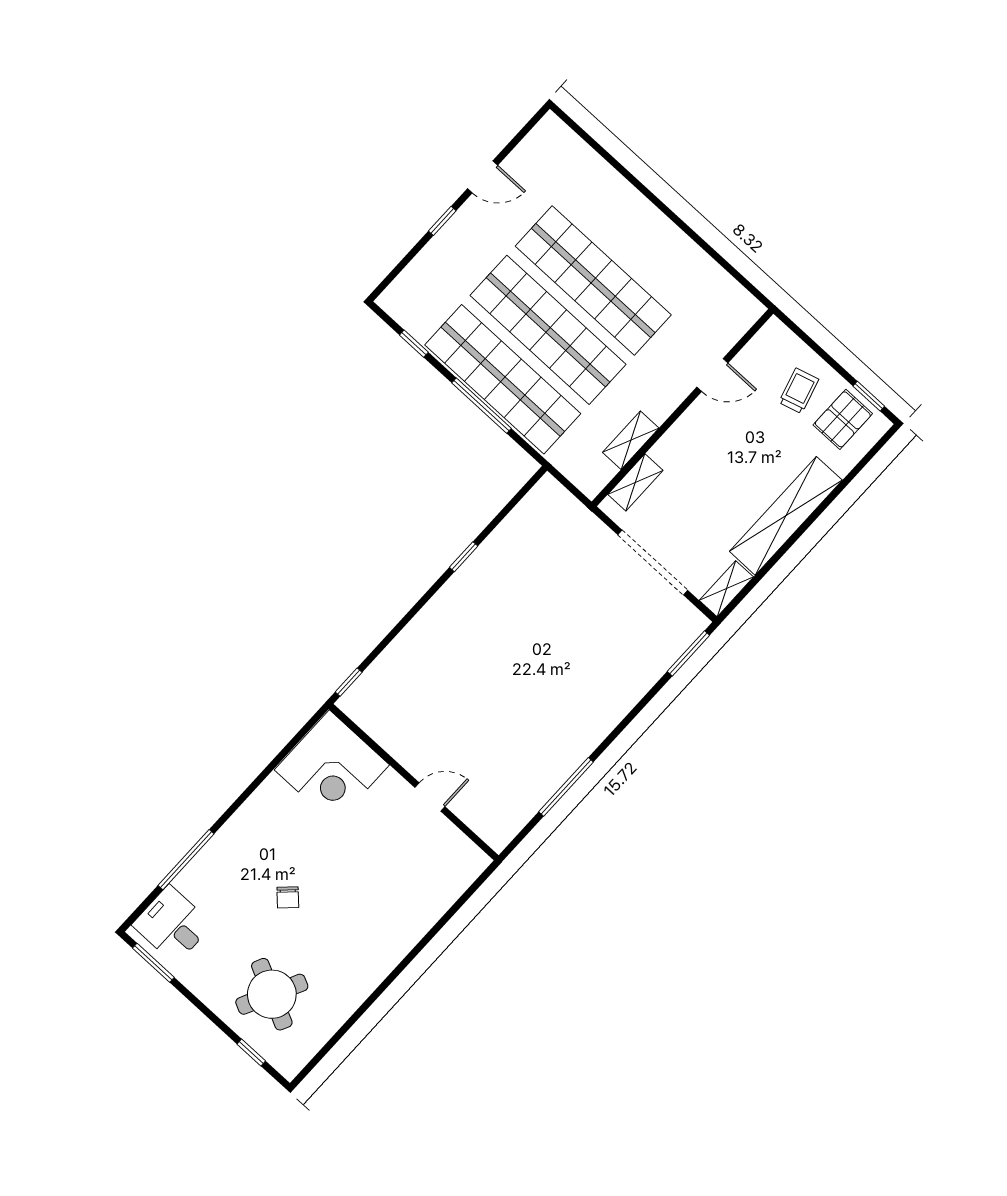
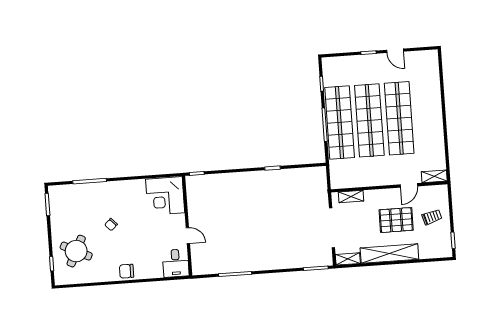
door: (712, 375) -> (409, 185), hinge flipped
pallet: (843, 419) -> (396, 220), moved, width x1.50, depth x1.42
shelving: (631, 440) -> (434, 176), moved
desk: (172, 925) -> (176, 263), moved, turned 180
chair: (385, 950) -> (126, 271), added

